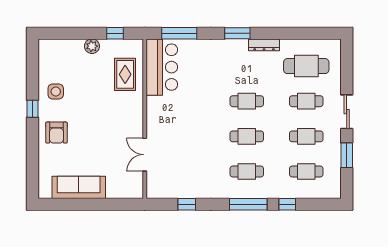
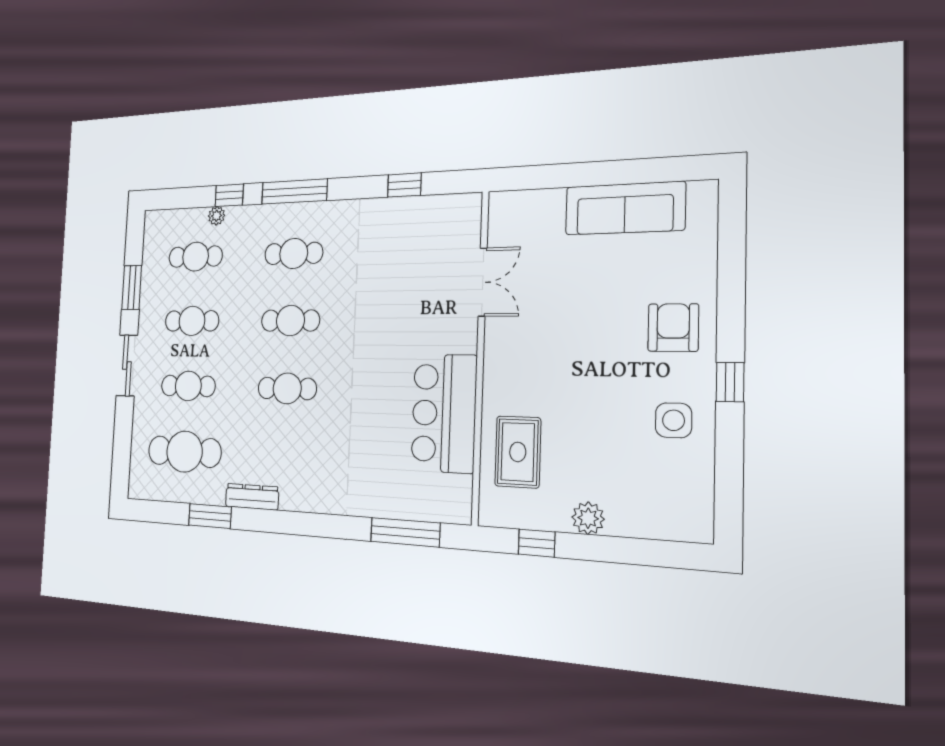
window: (237, 33) -> (210, 516), moved
bar counter: (162, 67) -> (444, 413), moved
plant: (294, 193) -> (217, 216), added

